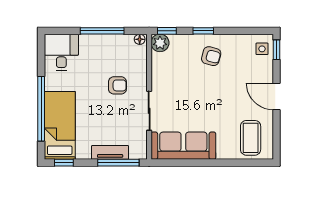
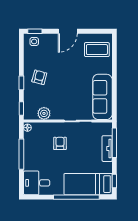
plant: (160, 43) -> (44, 113), moved

